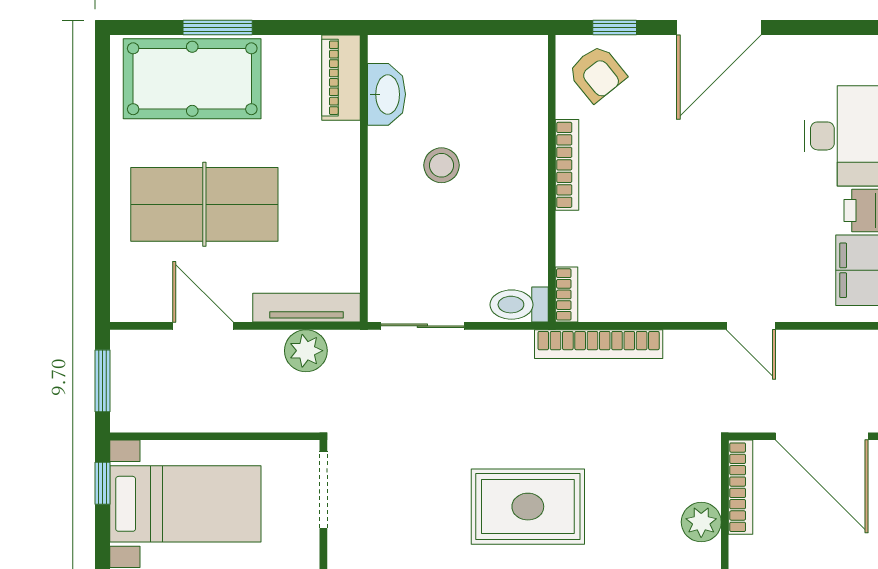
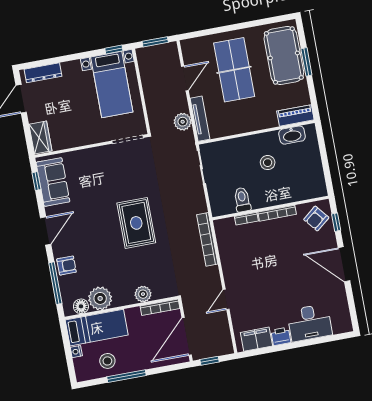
bookcase: (566, 294) -> (246, 219), moved
toilet: (519, 305) -> (242, 200), moved

